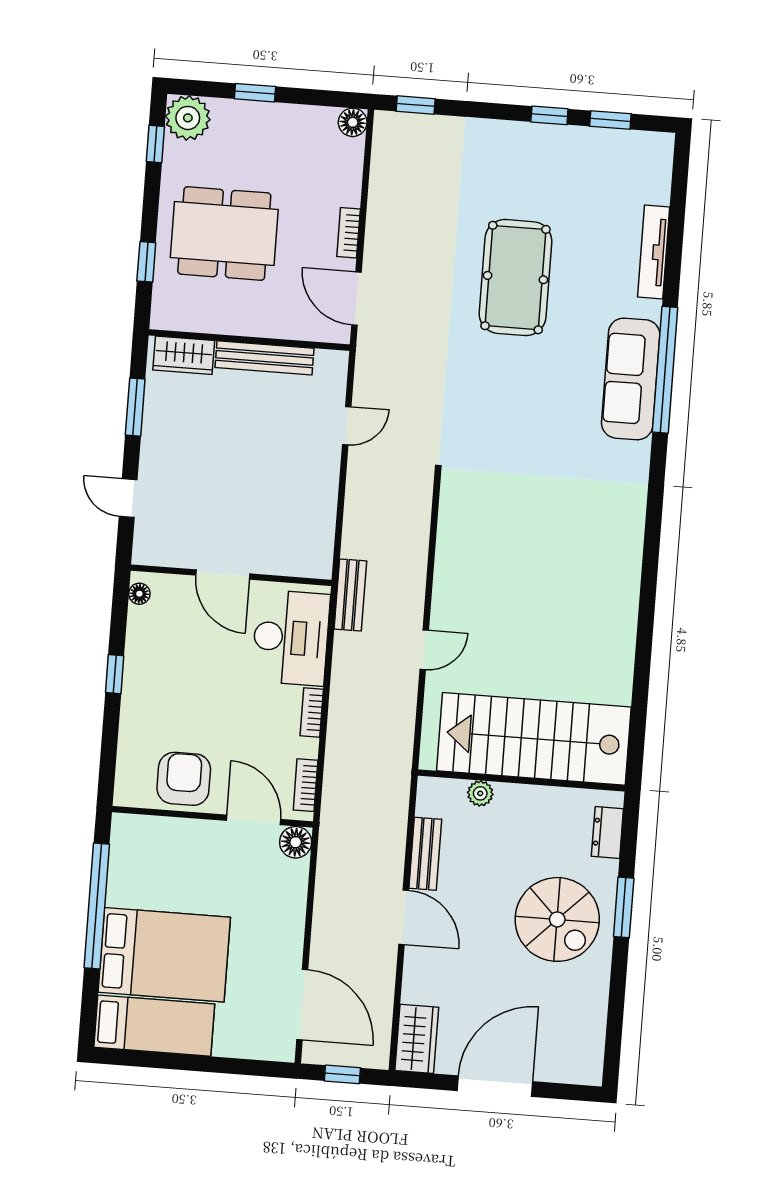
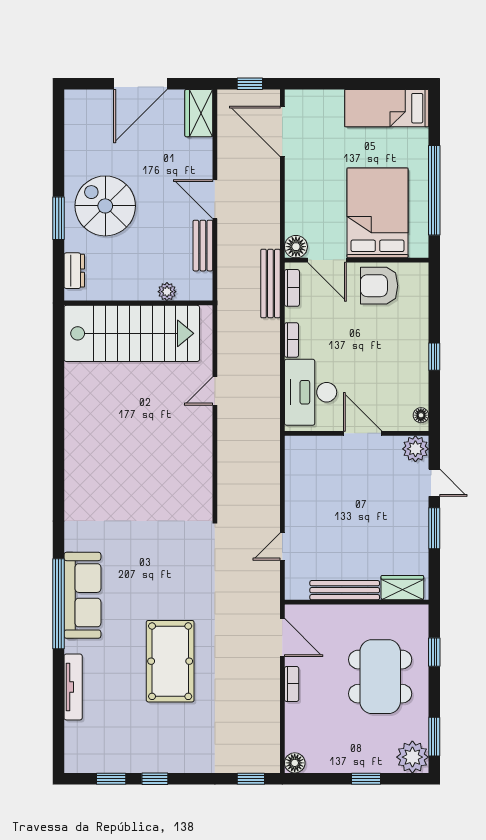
window: (155, 144) -> (434, 737), width x1.50
dining table: (224, 234) -> (380, 677), turned 90
window: (135, 407) -> (434, 528), moved
plant: (151, 548) -> (415, 449), added
bench: (350, 595) -> (270, 283), moved, width x1.36
armchair: (184, 779) -> (379, 286), turned 90
bed: (164, 955) -> (377, 213), moved, turned 90

